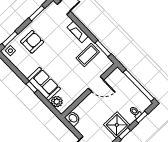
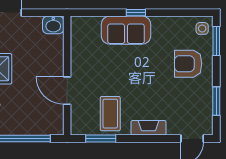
armchair: (32, 42) -> (188, 64), turned 90
door: (96, 84) -> (67, 91), hinge flipped
plant: (57, 102) -> (91, 25), removed

